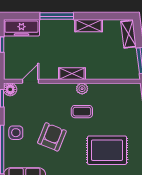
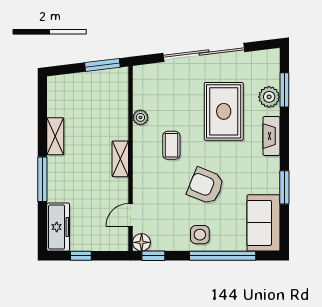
shelving: (129, 34) -> (67, 82), removed
door: (30, 81) -> (131, 215), hinge flipped
plant: (82, 89) -> (140, 117), moved

